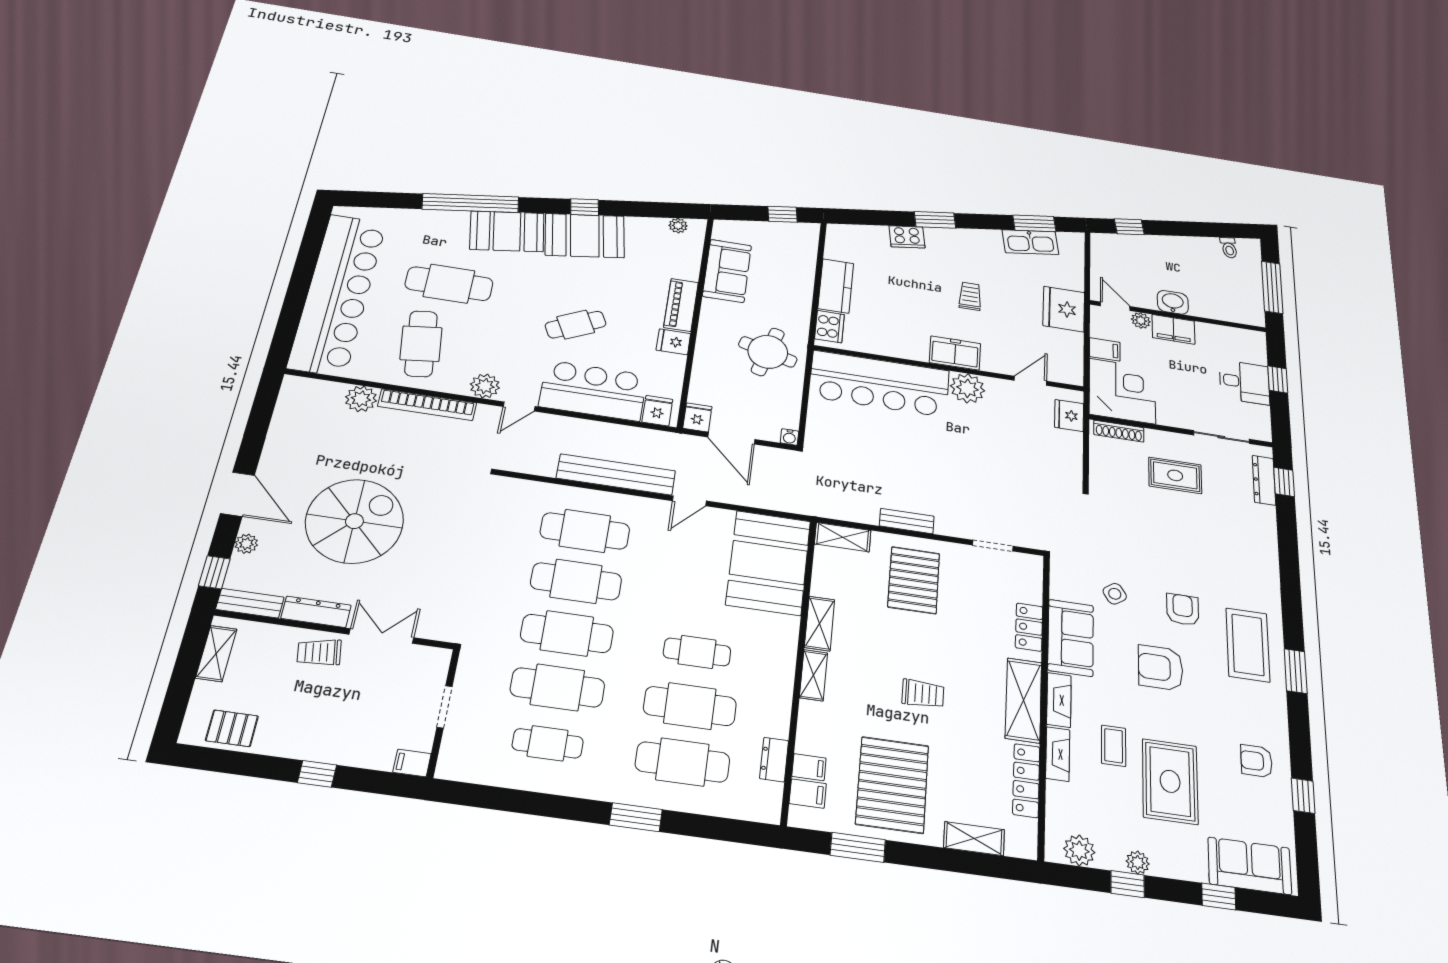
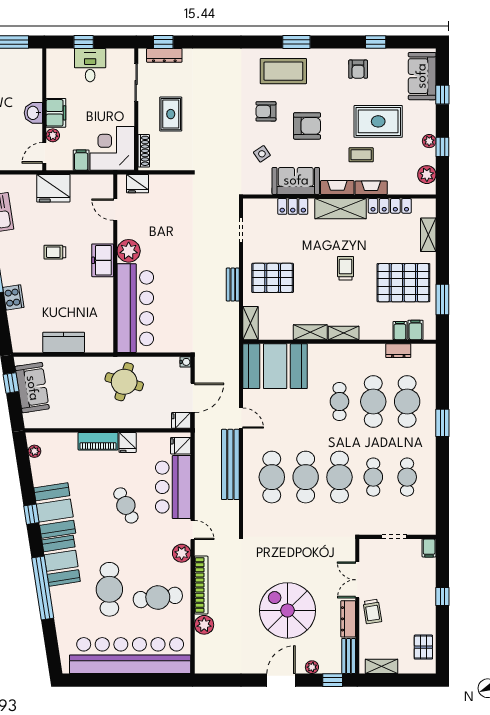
sofa: (727, 271) -> (32, 388), moved, turned 81
cooker: (829, 327) -> (97, 344), removed
armchair: (1160, 668) -> (307, 126), turned -90
cafe table: (557, 687) -> (373, 477), width x0.73, depth x0.74

